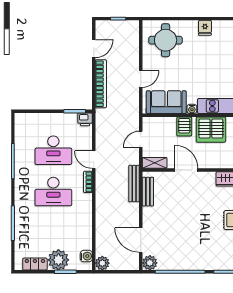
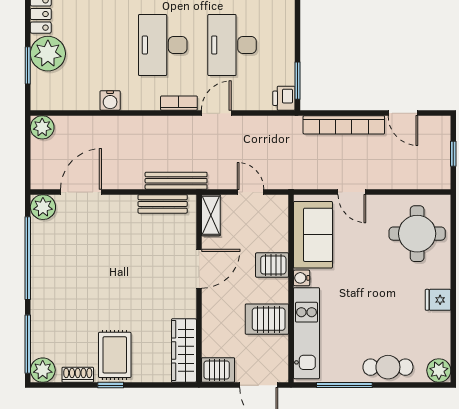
server rack: (211, 130) -> (267, 319), width x0.62
water cooler: (86, 256) -> (110, 100), moved

